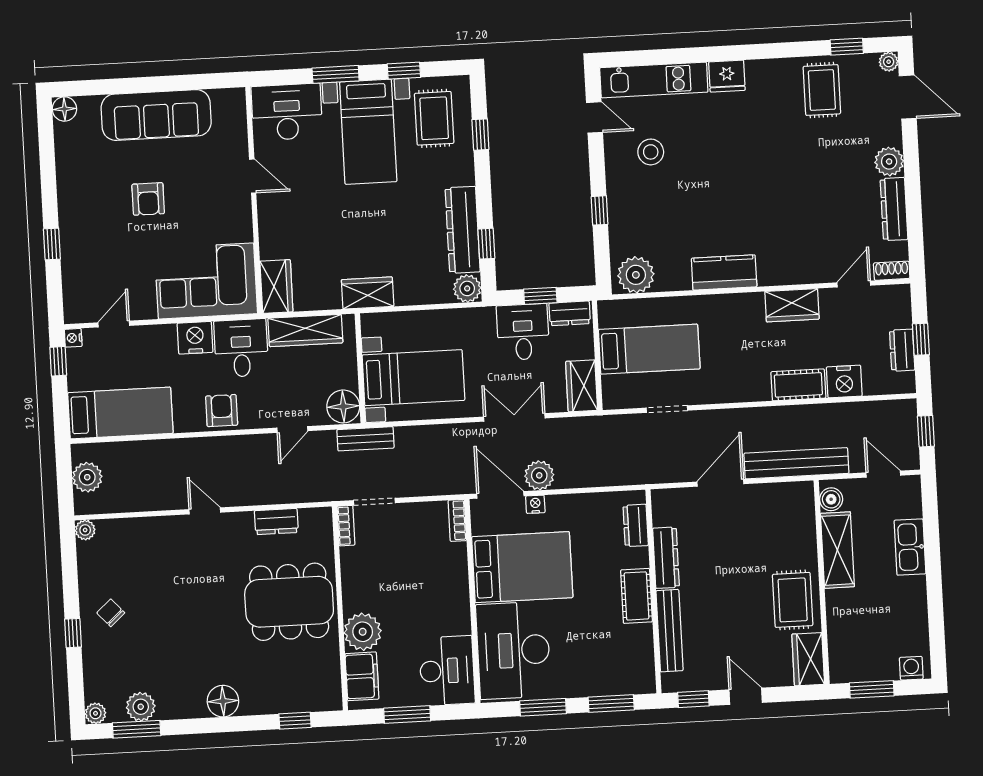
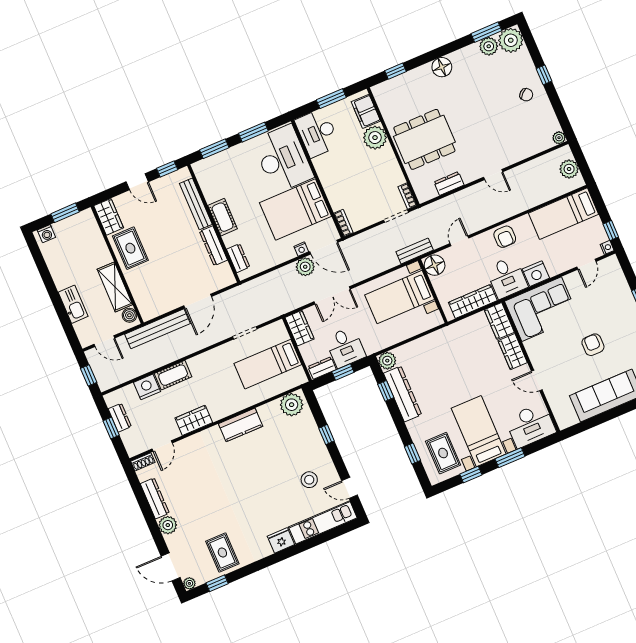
wardrobe: (368, 293) -> (513, 352), moved, turned 90
plant: (95, 713) -> (511, 40), width x1.87, depth x1.87

